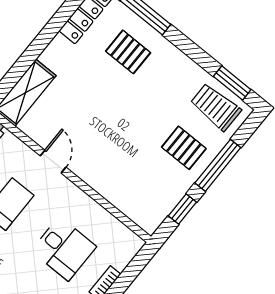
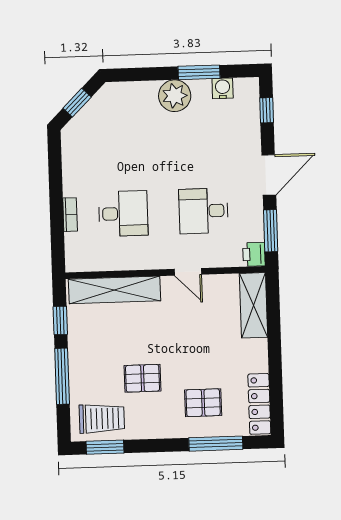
pallet: (184, 148) -> (143, 378), moved
shelving: (121, 196) -> (114, 290), added
desk: (64, 249) -> (123, 214), turned 180

